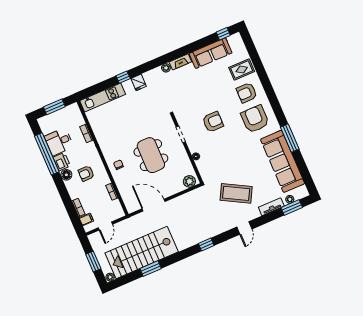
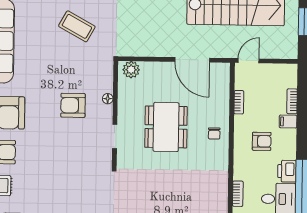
armchair: (213, 122) -> (73, 105), moved
floor lamp: (66, 175) -> (288, 151), removed
coffee table: (236, 193) -> (77, 26), width x0.73, depth x0.76
filing cabinet: (86, 219) -> (288, 122), moved
door: (105, 226) -> (249, 61), moved

